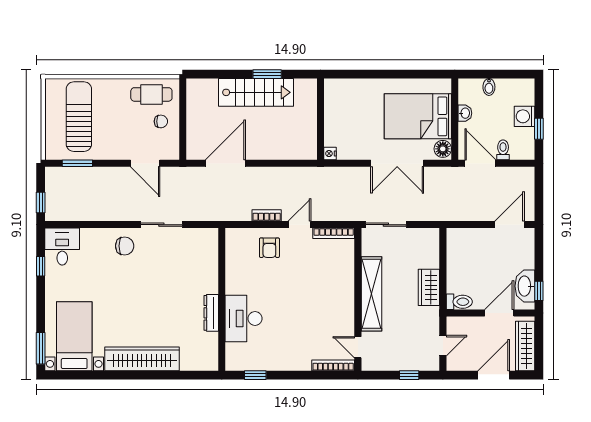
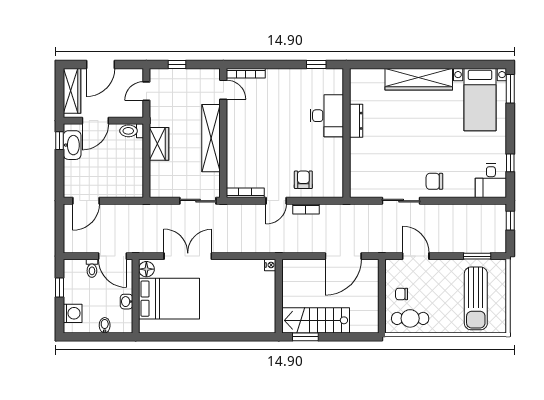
washing machine: (524, 116) -> (73, 313), moved
wall: (320, 119) -> (279, 296), moved
nightstand: (330, 154) -> (270, 265), moved

